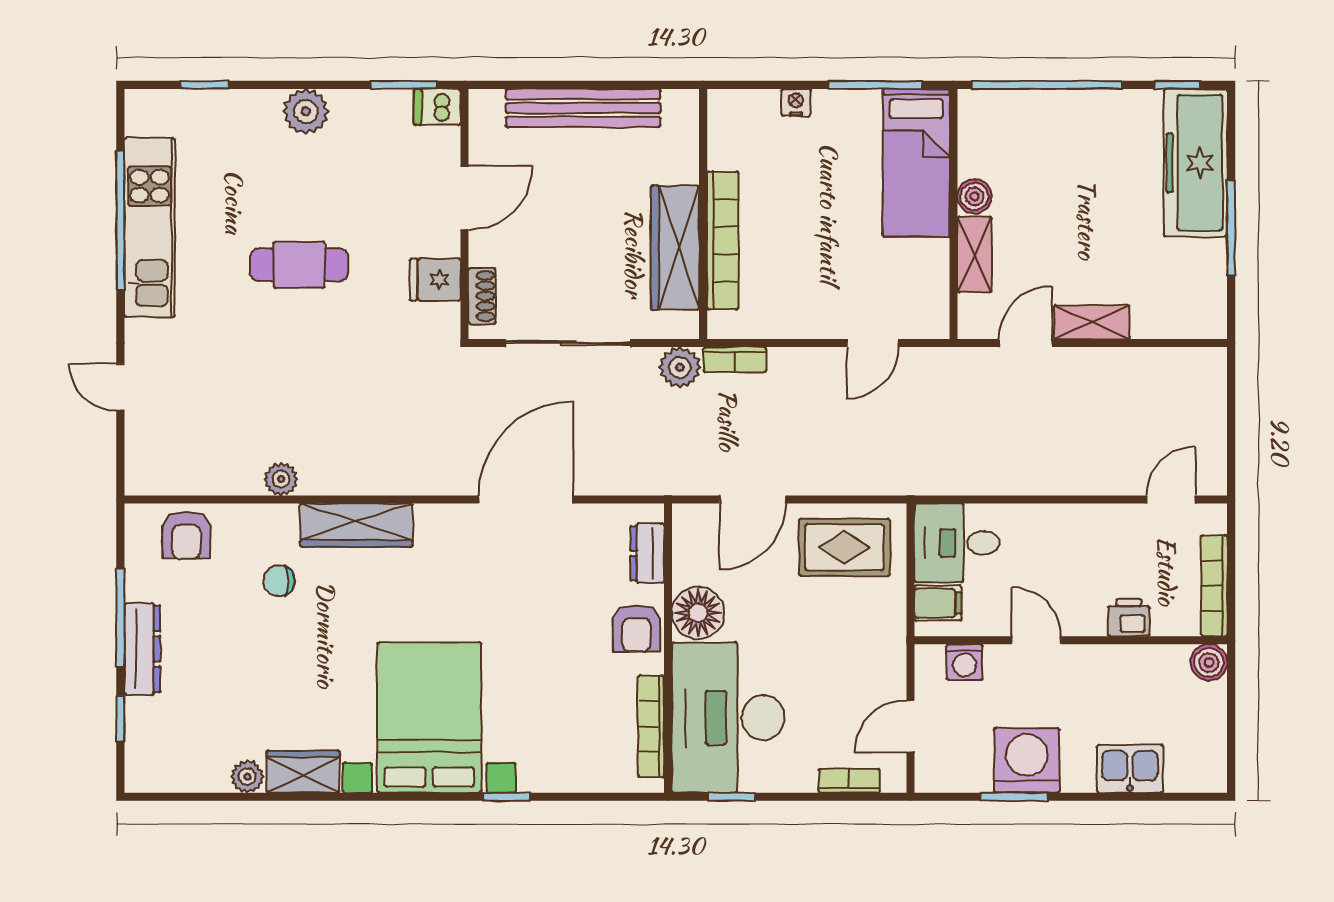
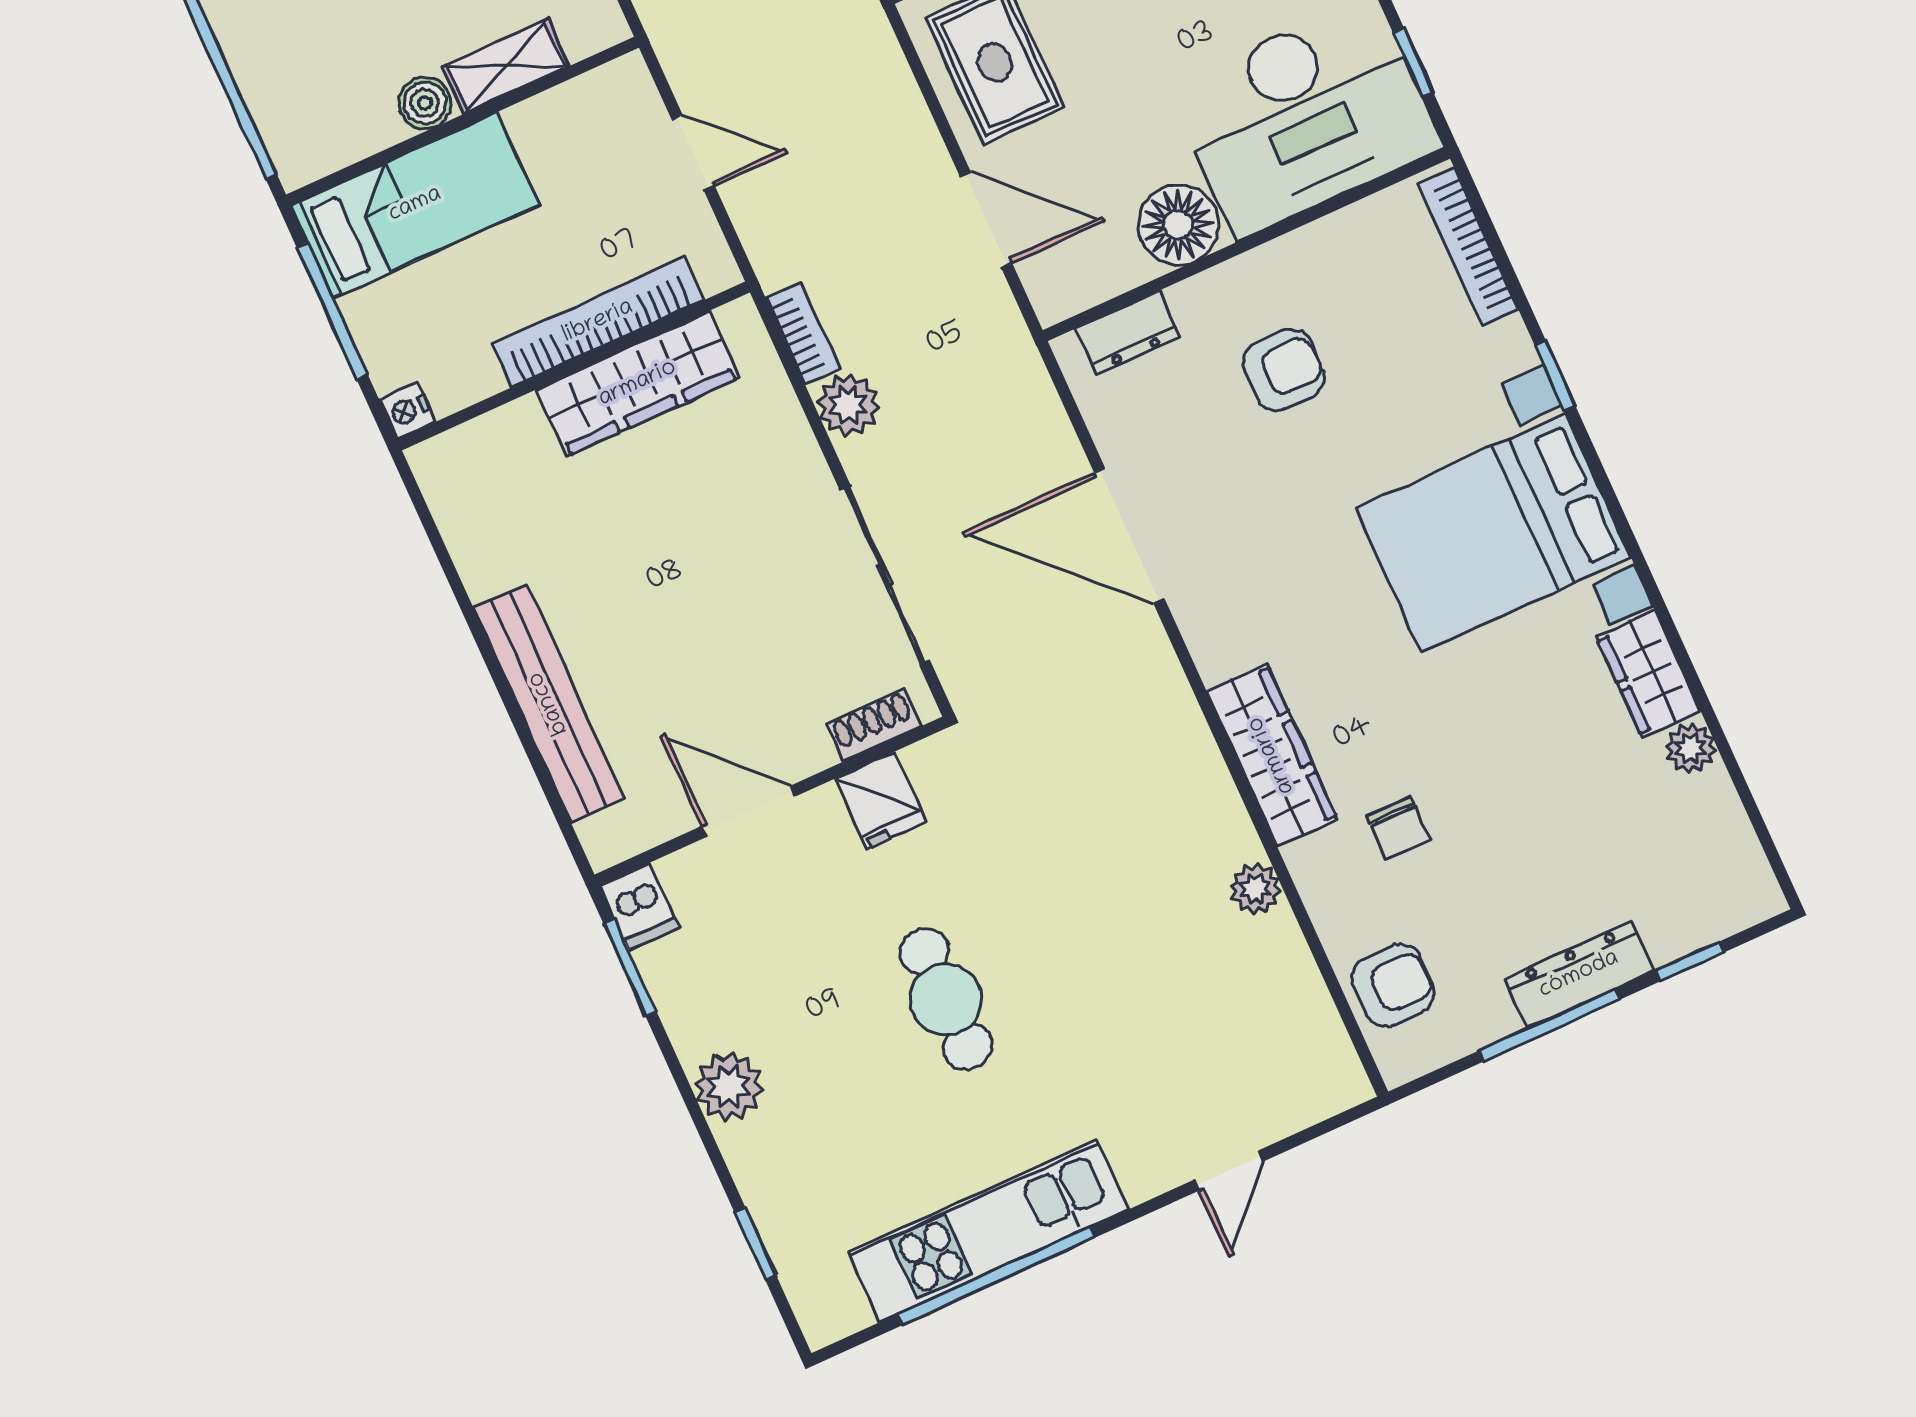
wall: (703, 214) -> (574, 366), moved
bookcase: (723, 240) -> (598, 322), moved
wardrobe: (675, 248) -> (638, 384), moved
armchair: (636, 628) -> (1284, 370), moved
bookcase: (651, 726) -> (1468, 246), moved, turned 90

